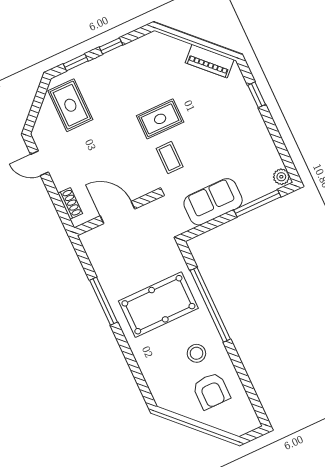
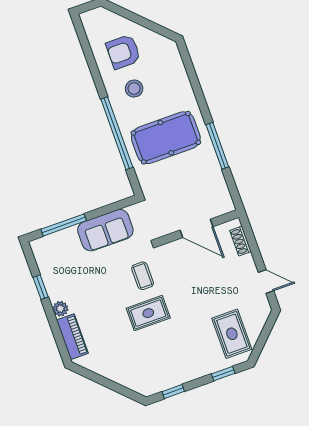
window: (111, 46) -> (173, 392), moved
piano: (210, 61) -> (72, 337), moved, turned 45
window: (257, 95) -> (41, 287), moved
plant: (281, 177) -> (60, 309), moved
armchair: (211, 391) -> (123, 52), turned -90

